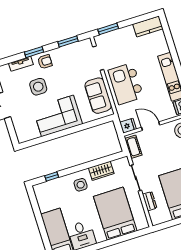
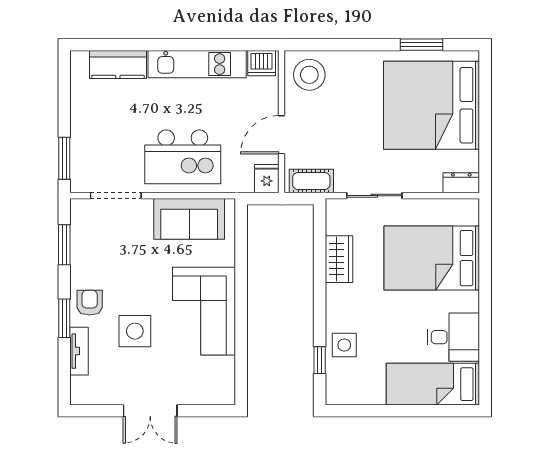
kitchen counter: (148, 27) -> (118, 64), moved, turned 90
side table: (81, 185) -> (344, 345), moved
dresser: (150, 201) -> (461, 183), moved

